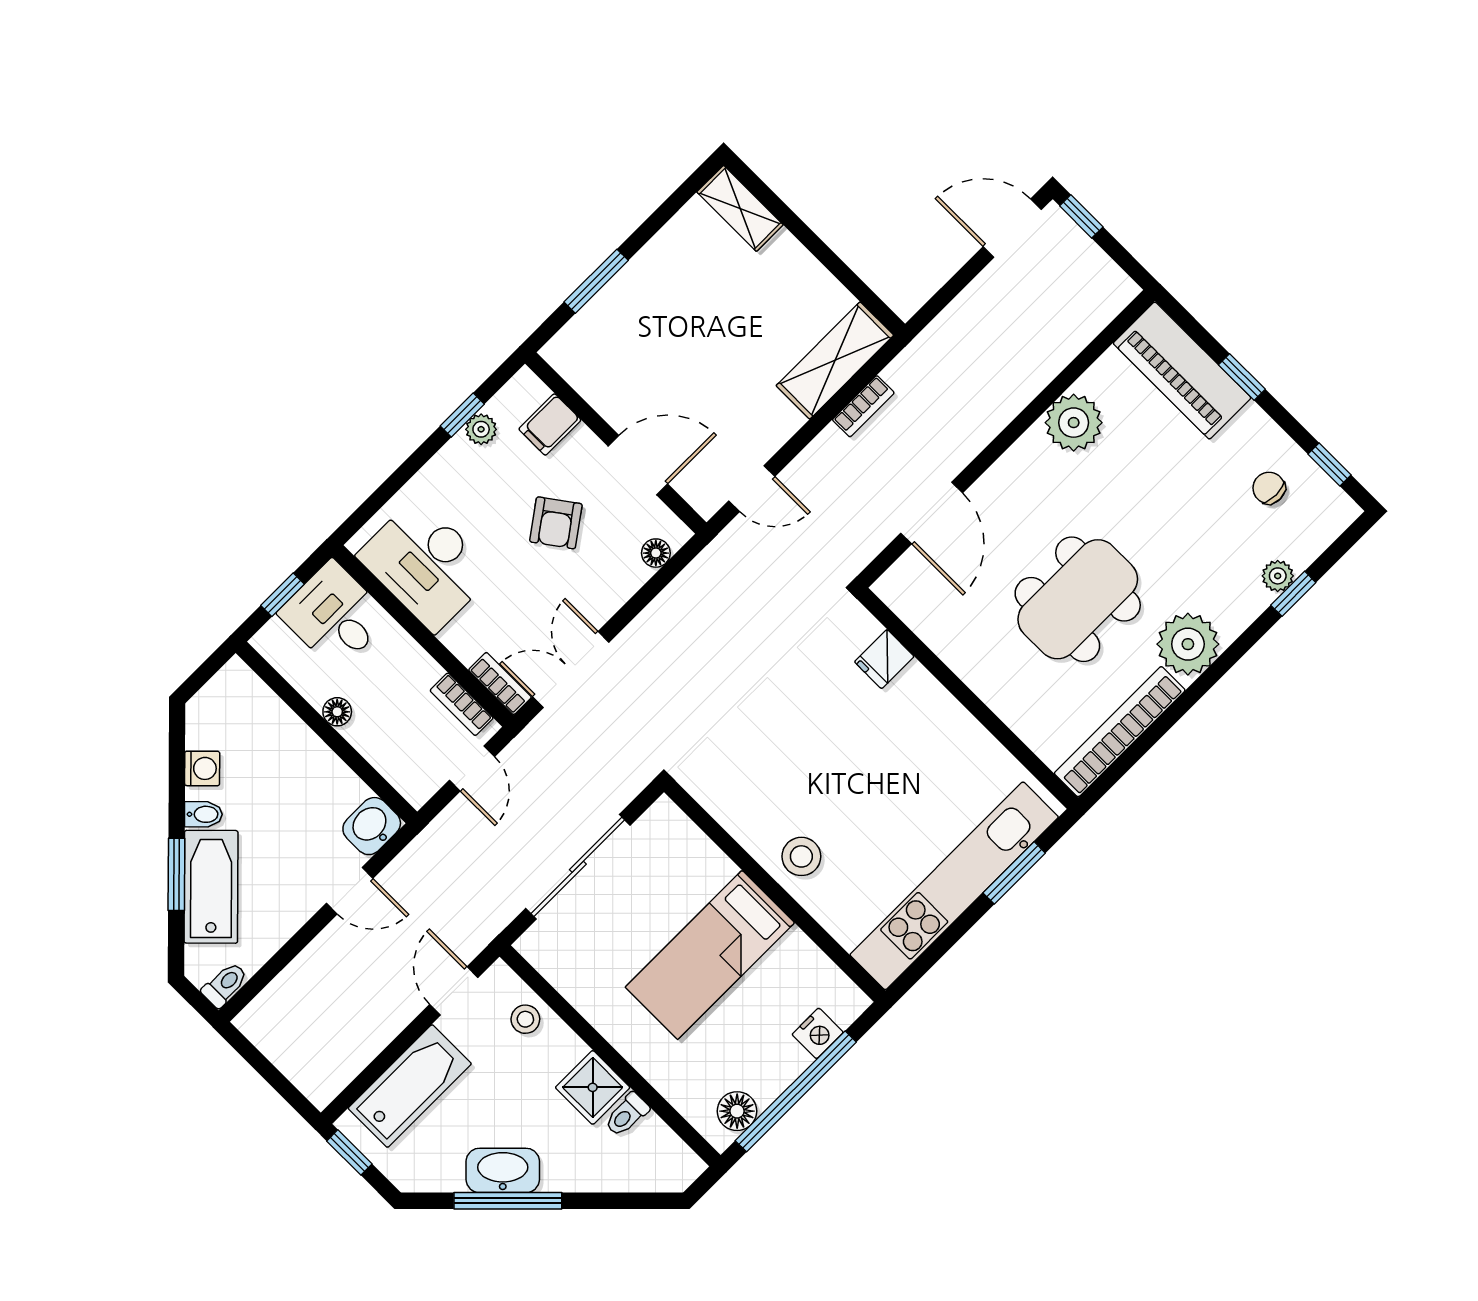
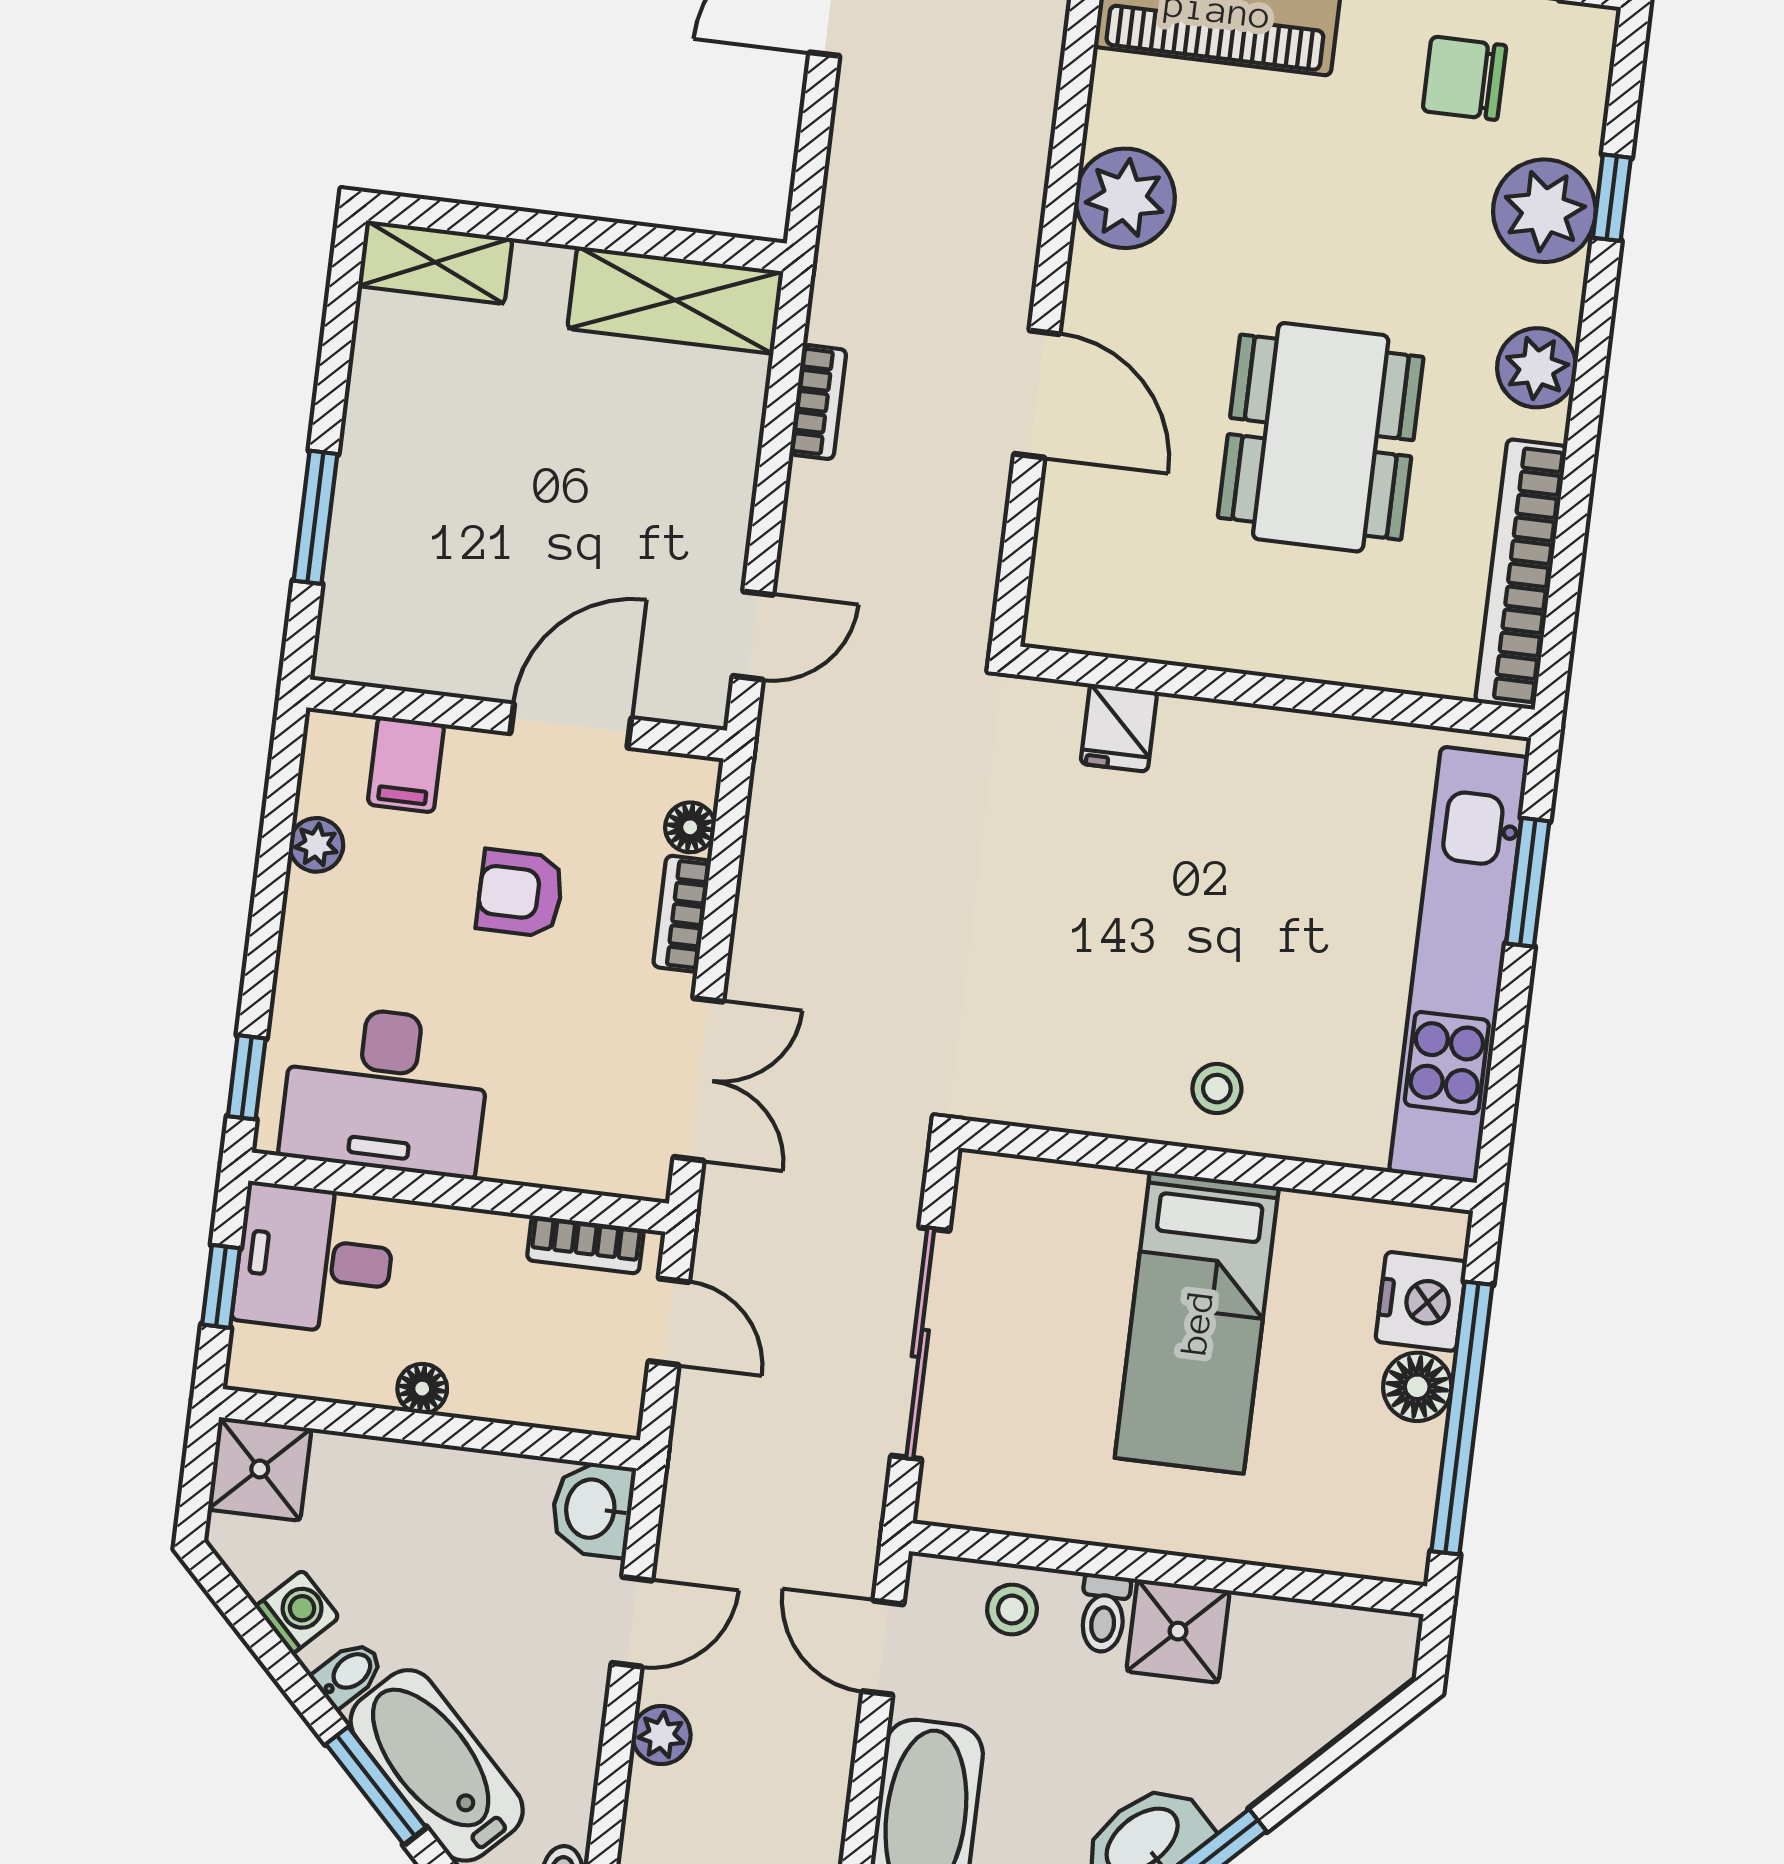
shelving: (835, 360) -> (675, 300), moved, turned 90
window: (462, 415) -> (247, 1077), moved
chair: (1269, 488) -> (1464, 78), width x1.37, depth x1.37
door: (932, 513) -> (1037, 394), moved
armchair: (556, 523) -> (520, 893), turned 126
plant: (1278, 576) -> (1544, 211), width x1.88, depth x1.88
plant: (1188, 644) -> (1537, 368), width x0.73, depth x0.73
double door: (571, 670) -> (698, 1079), swing flipped
bookcase: (500, 684) -> (682, 914), moved, turned -90
shower: (236, 691) -> (260, 1469), added
stool: (801, 856) -> (1217, 1089), width x0.73, depth x0.73
plant: (323, 952) -> (661, 1735), added
nightstand: (818, 1033) -> (1421, 1301), width x1.36, depth x1.33
floor lamp: (737, 1111) -> (1417, 1387), moved
toilet: (627, 1115) -> (1104, 1614), moved

